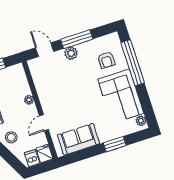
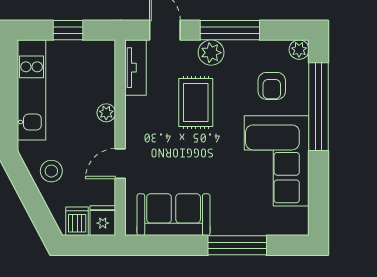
tv unit: (36, 73) -> (136, 68), added
rug: (71, 80) -> (196, 102), added
plant: (141, 121) -> (299, 50), moved
window: (115, 144) -> (237, 245), width x1.44

